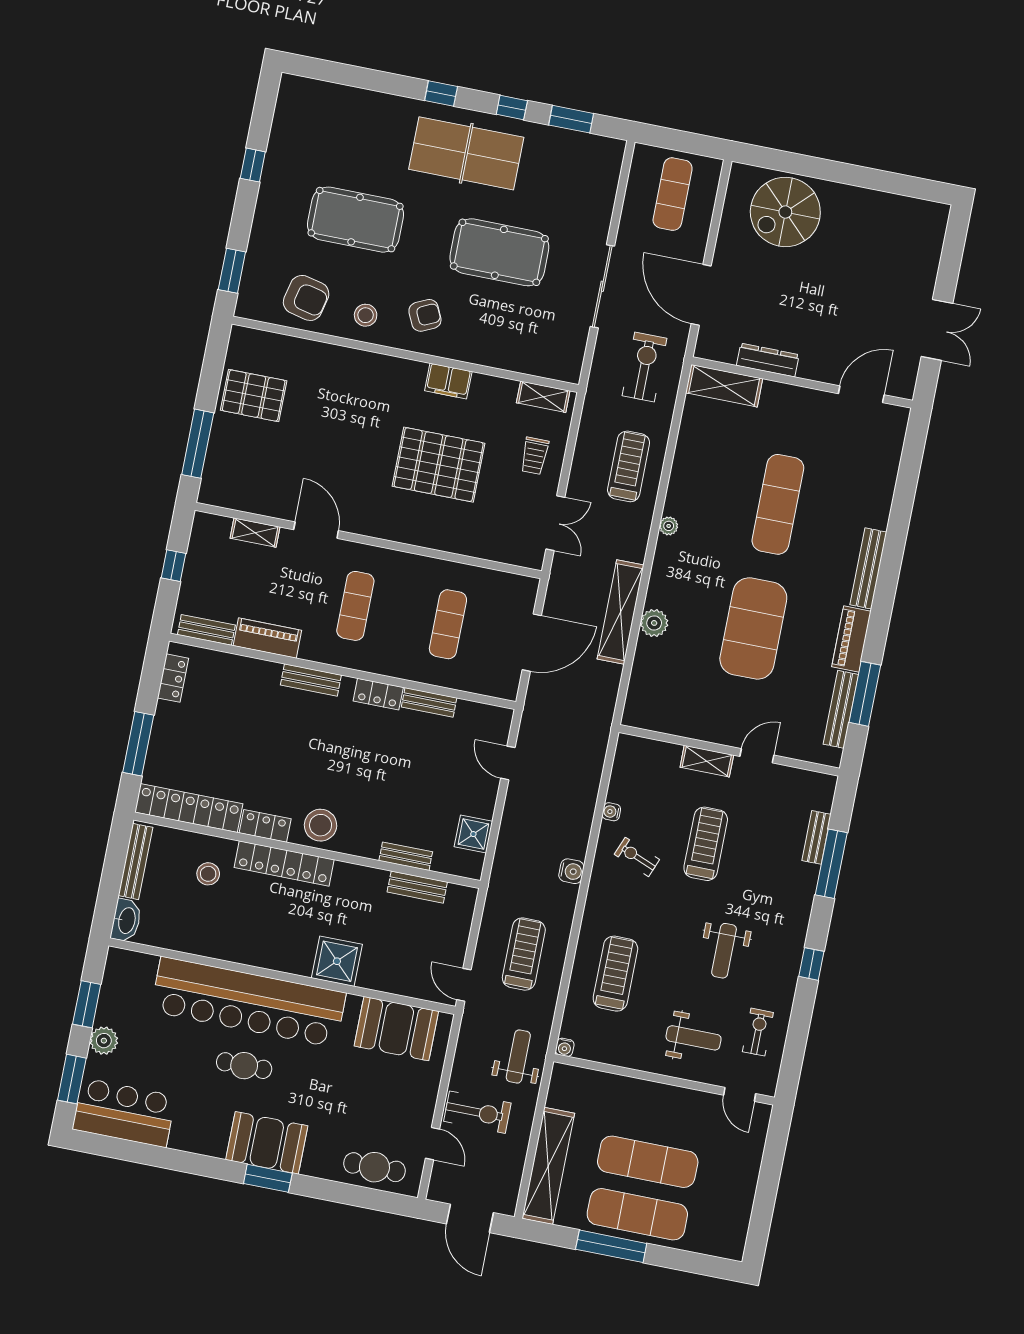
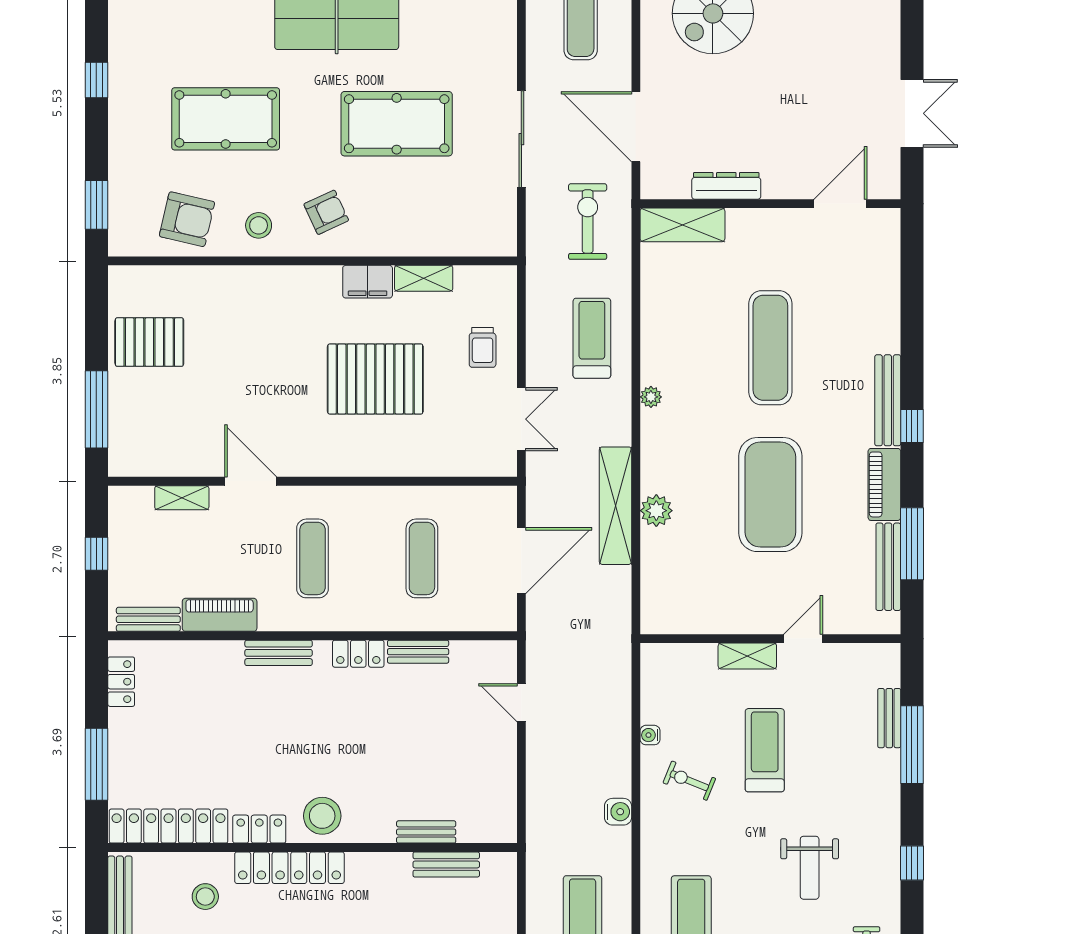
shelving: (543, 397) -> (424, 278), moved
window: (885, 594) -> (912, 426), added
shower: (473, 834) -> (498, 792), removed

